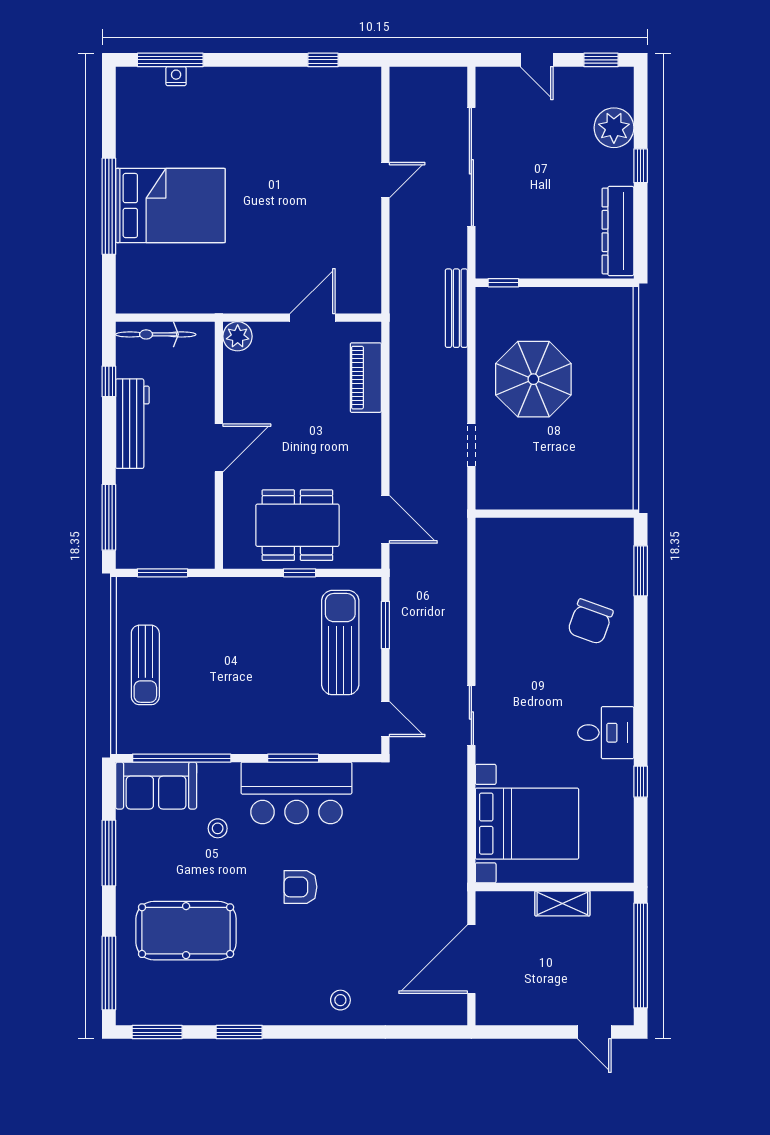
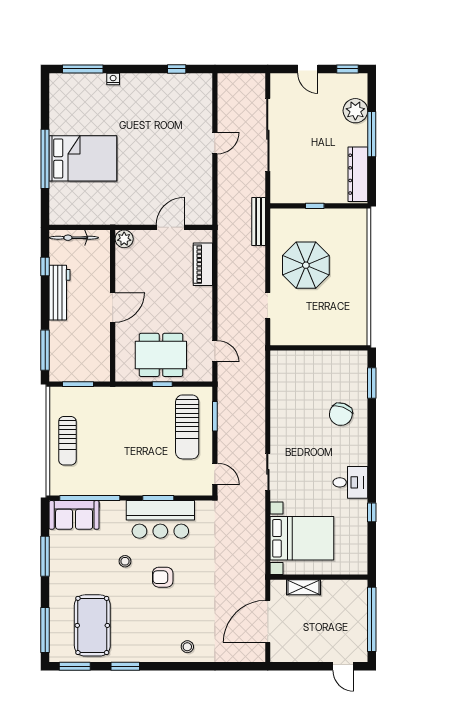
nightstand: (176, 76) -> (113, 79), moved
window: (641, 166) -> (372, 134), width x2.17
window: (503, 283) -> (315, 206), moved
door: (385, 519) -> (215, 351), width x0.73
sun lounger: (340, 643) -> (187, 427), turned 180
stool: (218, 828) -> (125, 561), moved
shelving: (562, 903) -> (304, 587), moved
pool table: (186, 931) -> (92, 625), moved, turned 90

